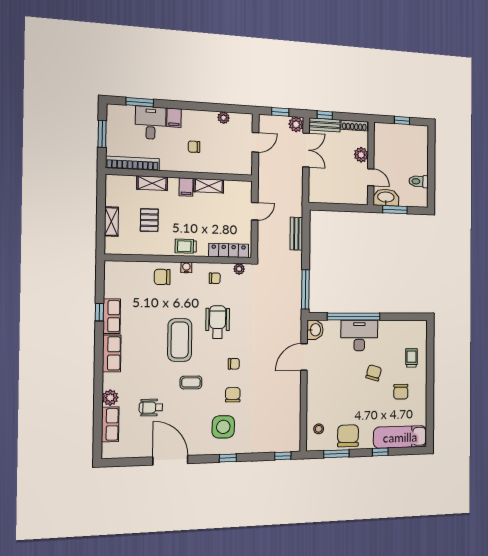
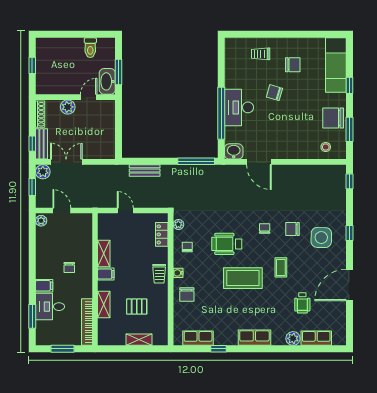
plant: (224, 118) -> (41, 221), moved
locker: (229, 250) -> (162, 234), width x0.66
row of seats: (112, 316) -> (198, 338), moved

